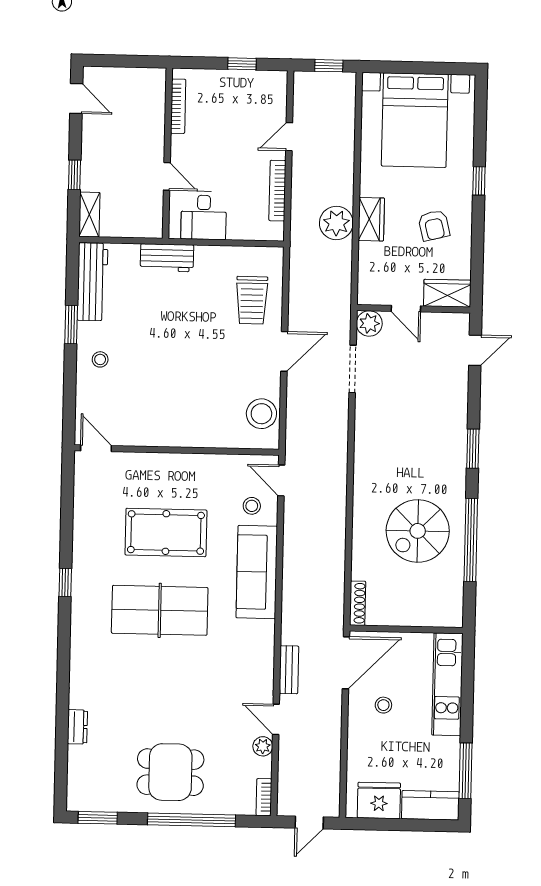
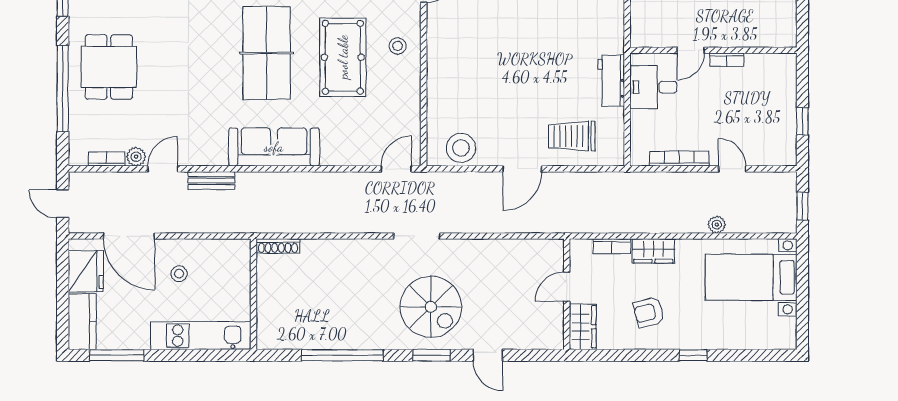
bookcase: (178, 106) -> (727, 60), moved, width x0.64
bed with nightstands: (415, 120) -> (751, 277), width x0.73
plant: (336, 223) -> (717, 225), moved, width x0.53, depth x0.53
workbench: (167, 258) -> (611, 81), moved
bookcase: (365, 262) -> (612, 246), added
plant: (369, 323) -> (552, 251), removed
door: (475, 350) -> (488, 355), moved
door: (284, 351) -> (522, 169), hinge flipped
doorway: (353, 369) -> (417, 236), moved
stool: (252, 506) -> (398, 46), moved
spiral stairs: (418, 531) -> (431, 307), moved, turned 180
sofa: (257, 572) -> (274, 147), moved
door: (346, 663) -> (129, 236), moved
bookcase: (264, 797) -> (107, 159), moved

